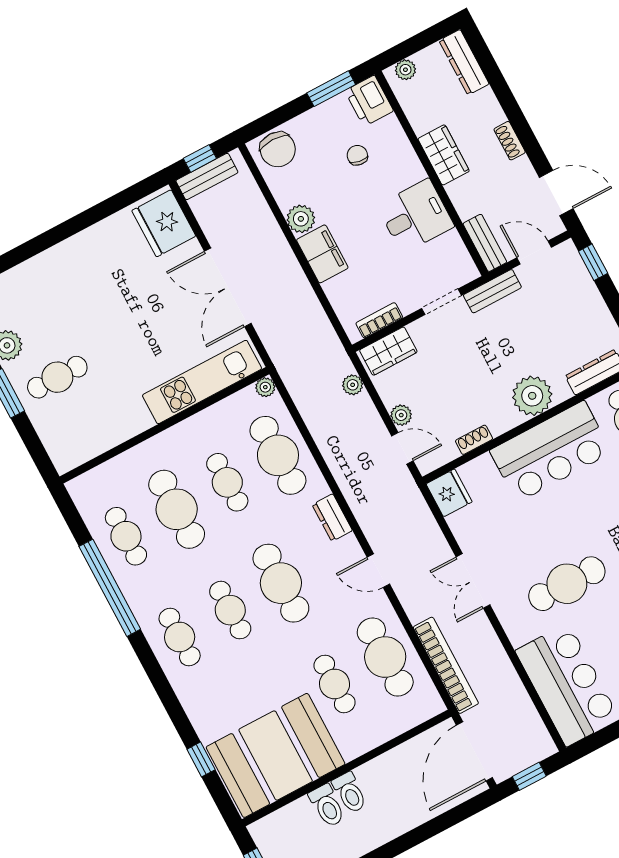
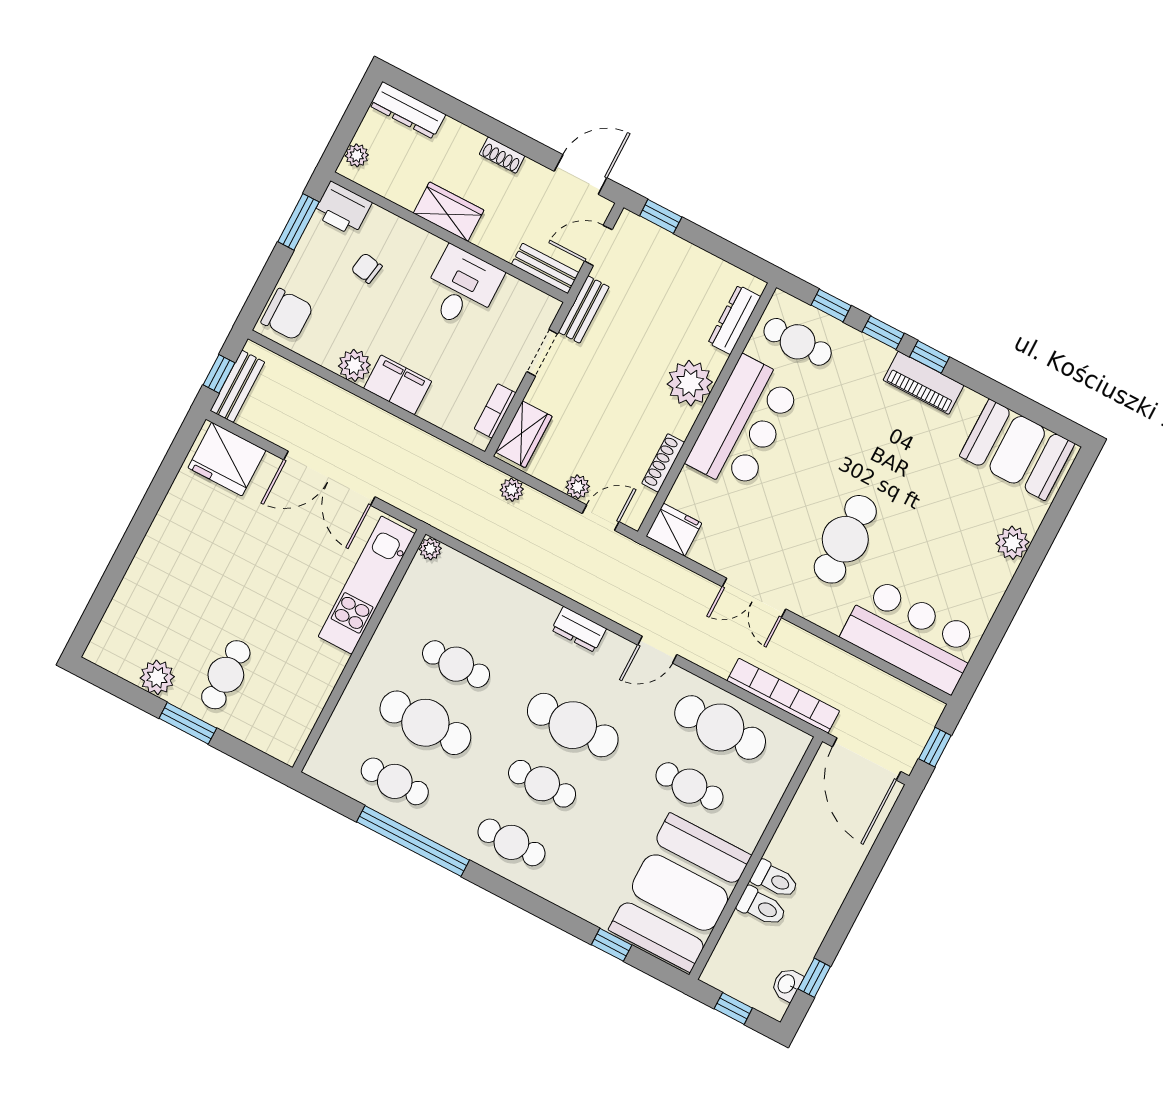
shoe rack: (474, 440) -> (663, 463), width x1.43
cafe table: (278, 455) -> (487, 605), removed

